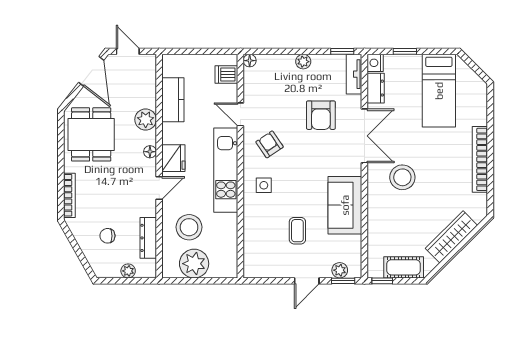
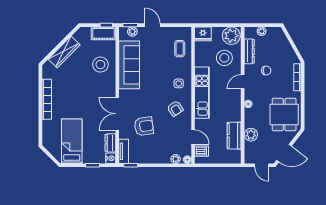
plant: (303, 62) -> (176, 159), moved
door: (91, 71) -> (284, 153), swing flipped
door: (240, 114) -> (193, 137), moved
armchair: (321, 115) -> (144, 126), turned 82
plant: (146, 120) -> (251, 135), moved
fridge: (173, 158) -> (203, 34), moved, turned -90
stool: (402, 177) -> (100, 65), moved
sofa: (345, 205) -> (129, 65), width x1.36
coffee table: (297, 231) -> (180, 49), moved
chair: (107, 236) -> (266, 70), moved
plant: (194, 264) -> (231, 36), moved
cot: (404, 267) -> (103, 33), moved
door: (307, 281) -> (152, 25), hinge flipped

